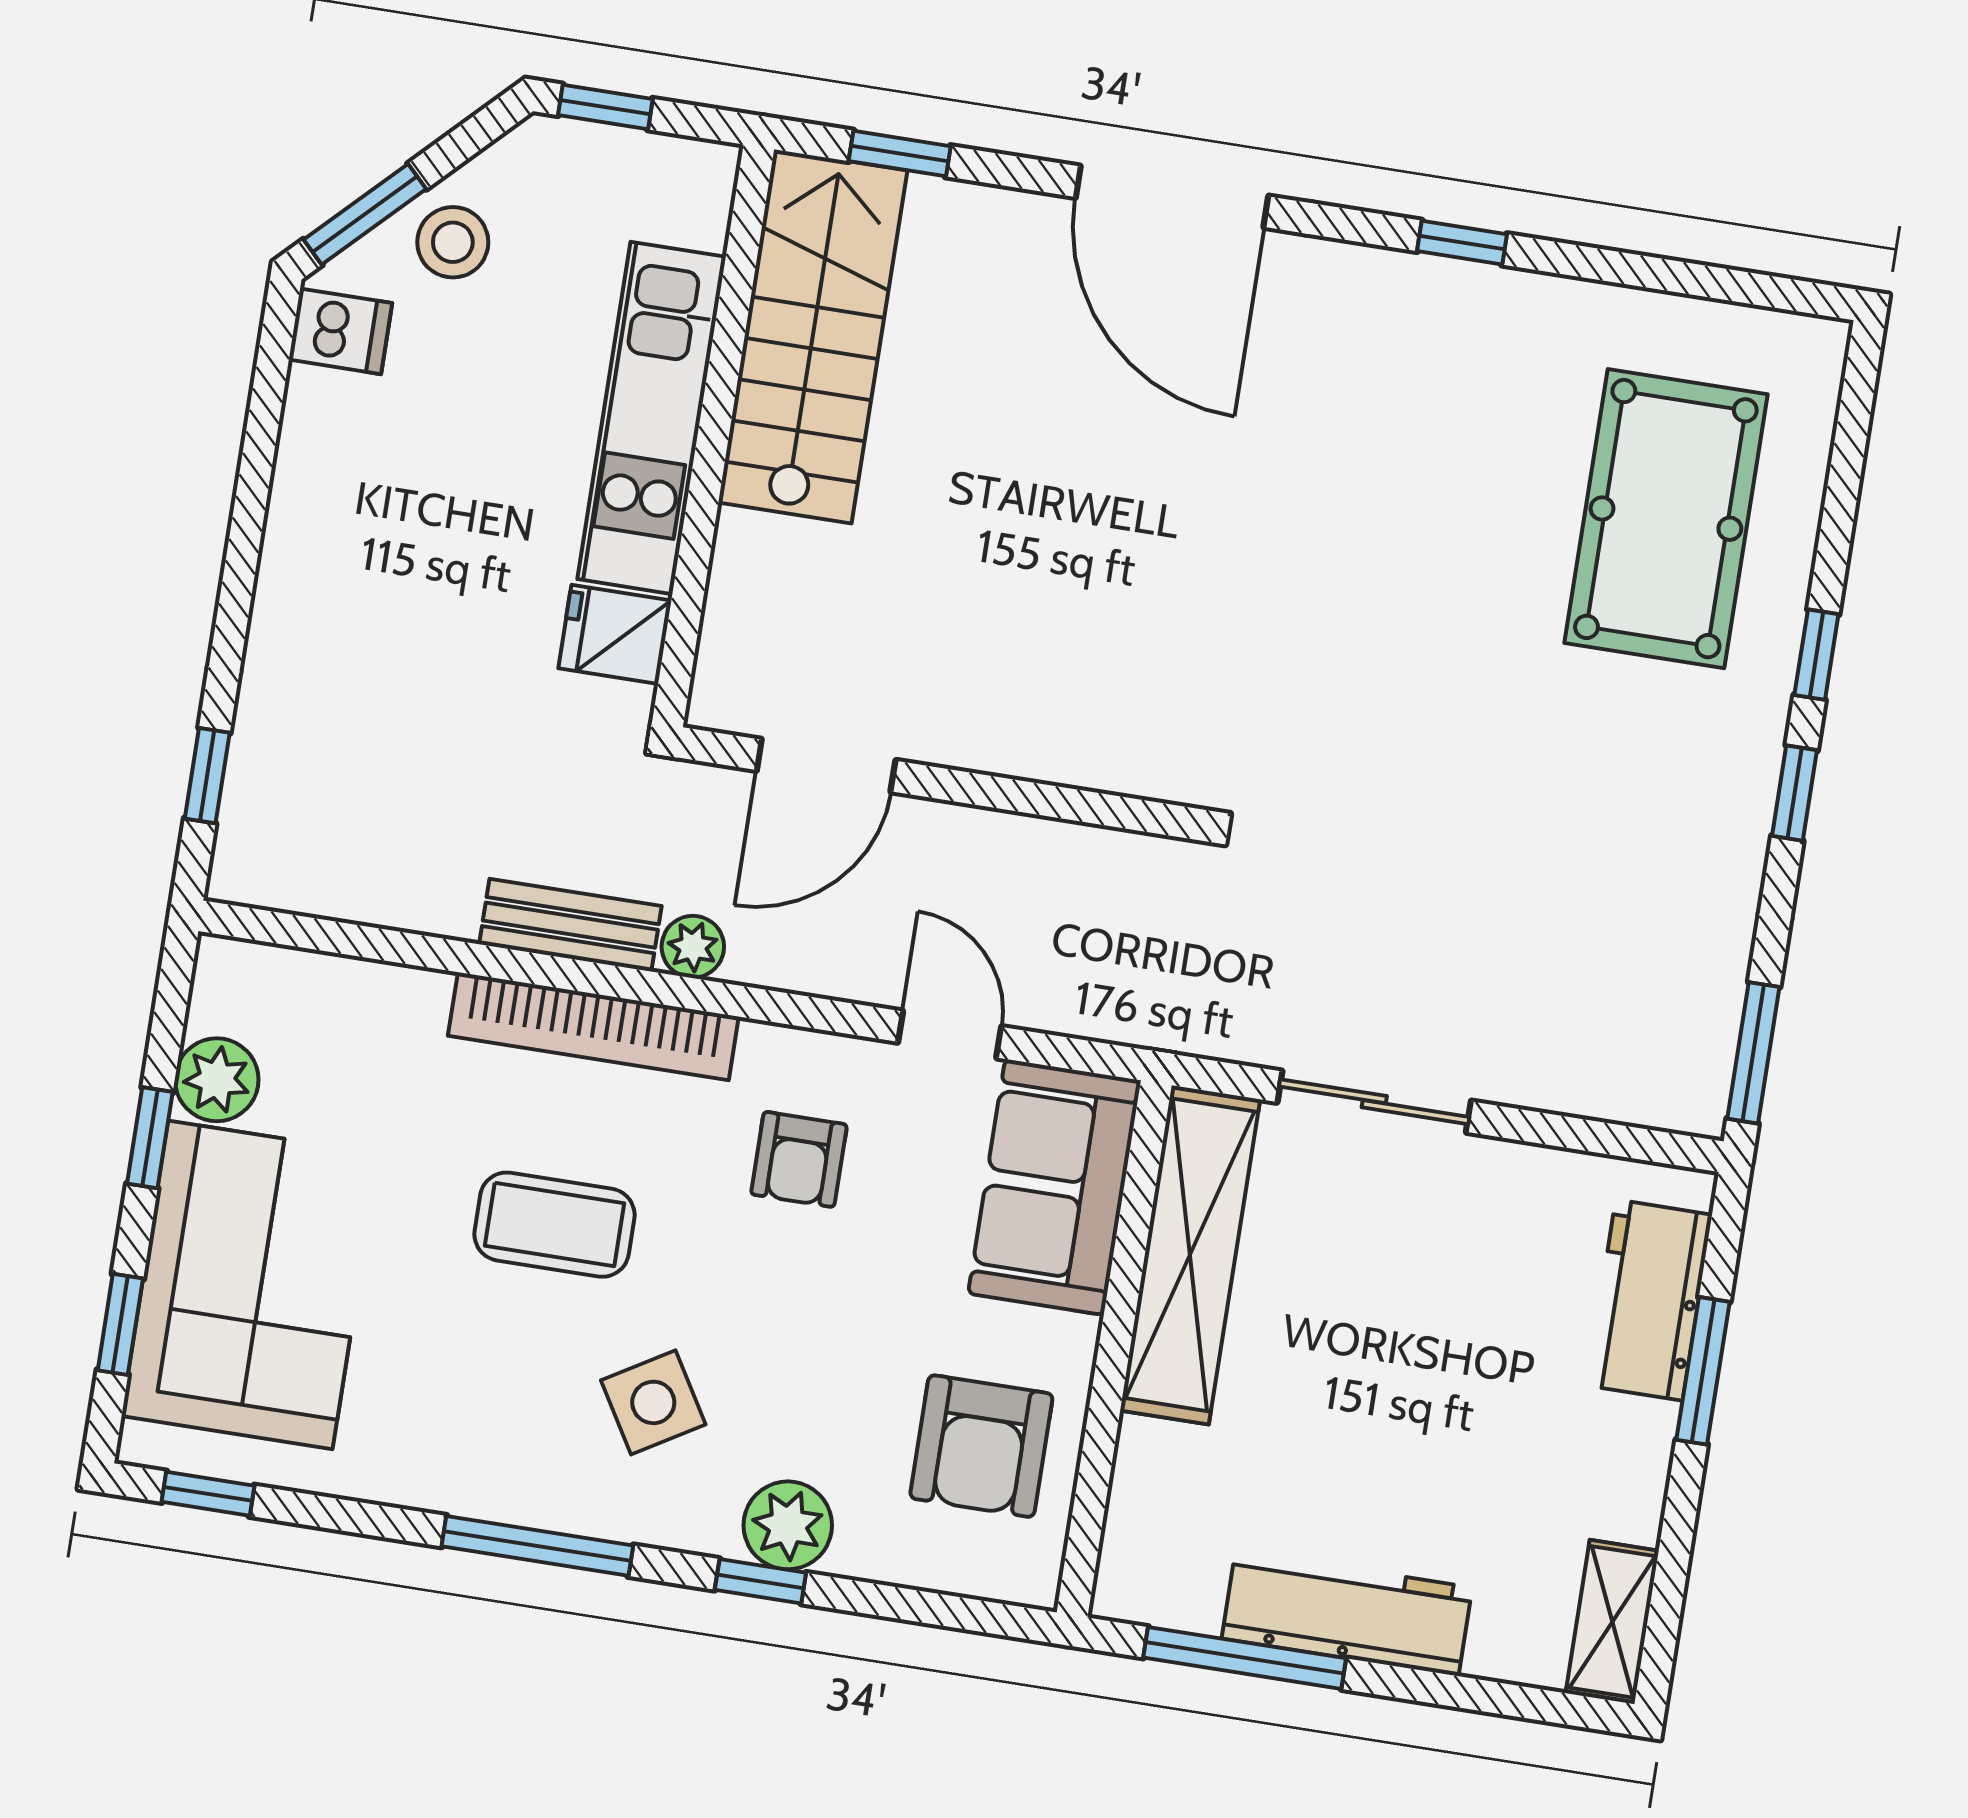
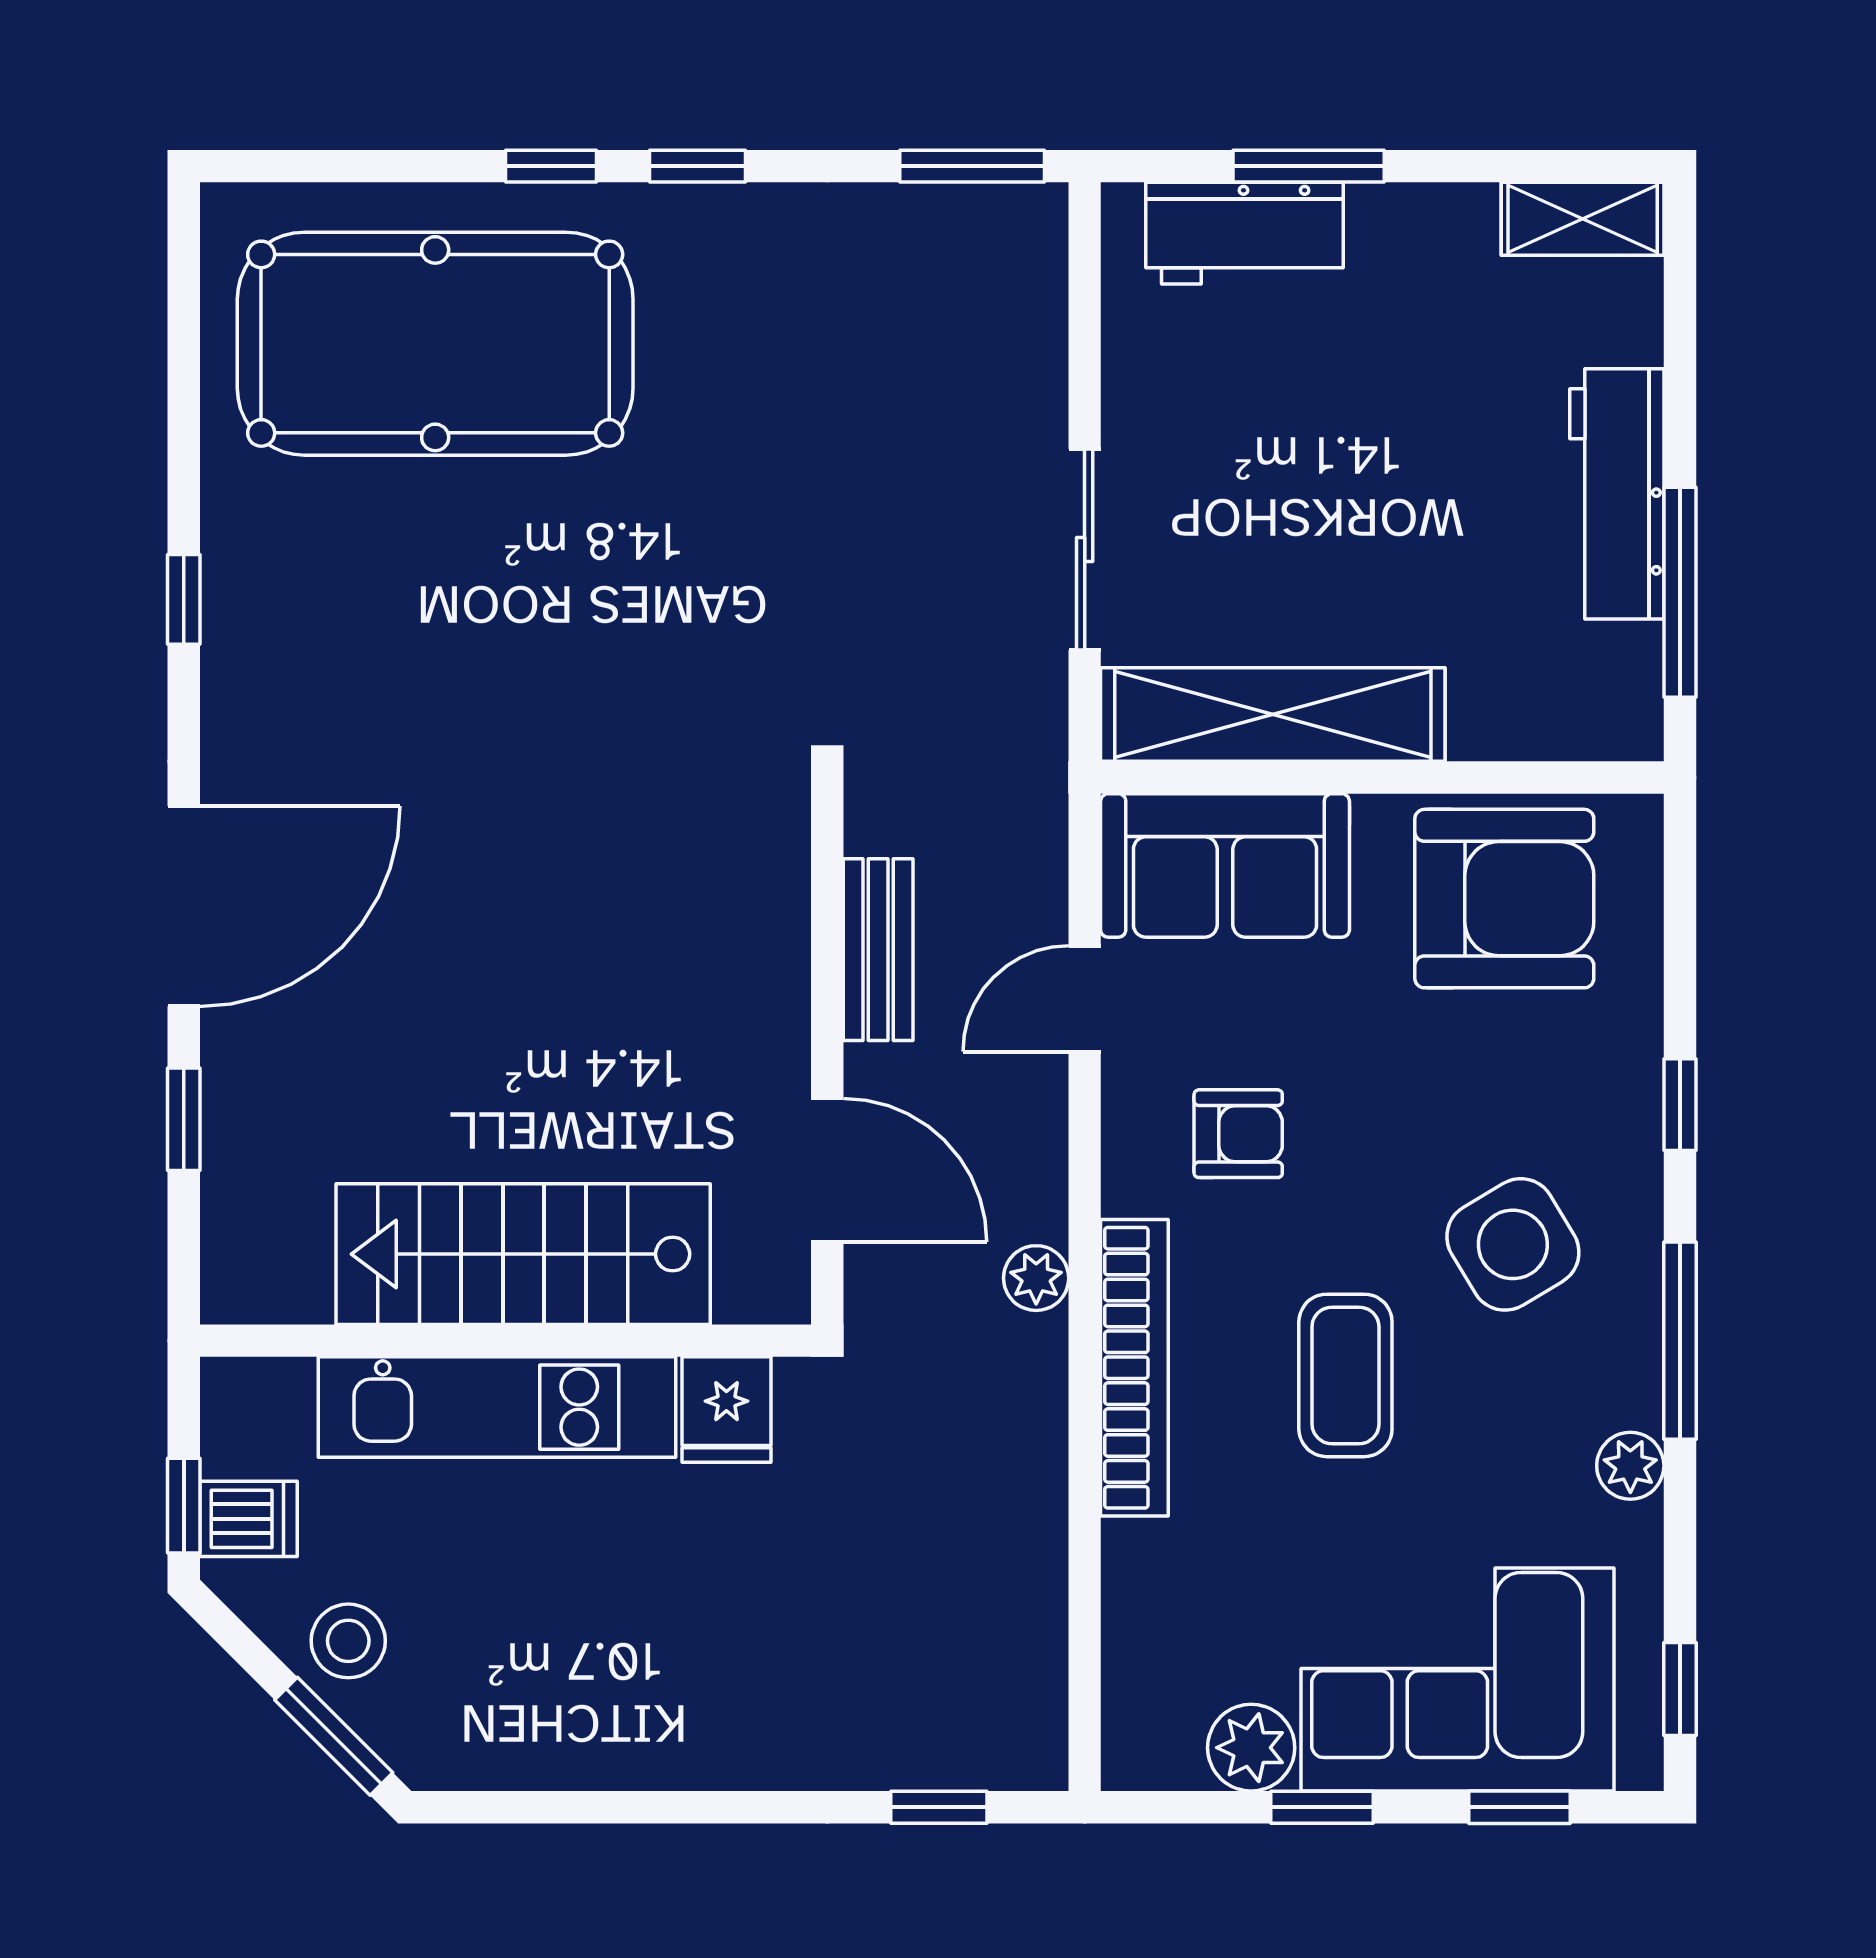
window: (900, 154) -> (184, 1119), moved
dishwasher: (340, 331) -> (248, 1519), moved, turned 90
stairs: (813, 336) -> (523, 1254), moved
pool table: (1666, 519) -> (435, 344), width x1.36, depth x1.32
bench: (570, 925) -> (878, 950), moved
side table: (653, 1402) -> (1513, 1244), width x1.37, depth x1.37
armchair: (981, 1446) -> (1504, 899), width x1.36, depth x1.36
plant: (788, 1525) -> (1630, 1466), moved, width x0.73, depth x0.73

